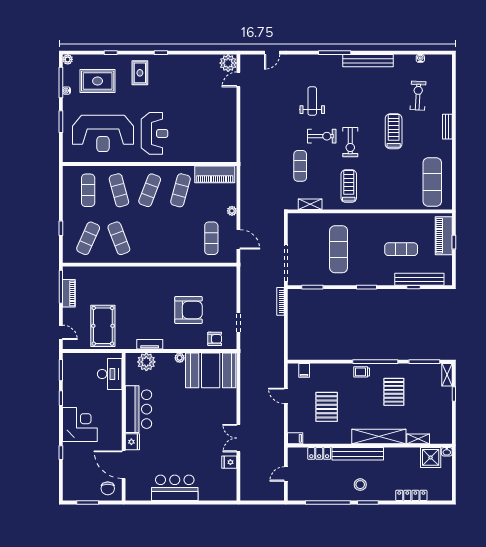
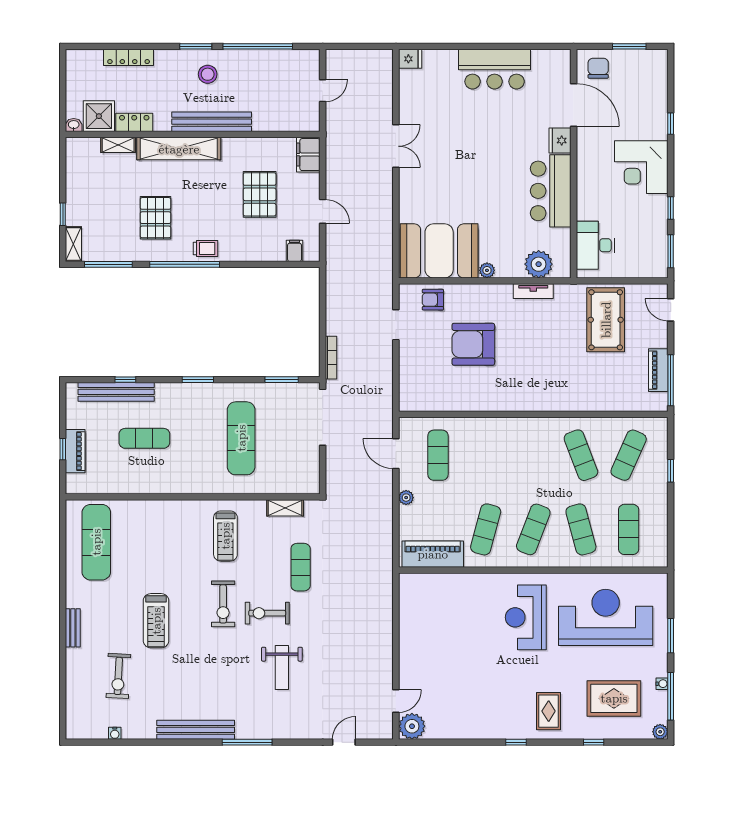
exercise bike: (350, 142) -> (223, 604), turned 180
piano: (444, 236) -> (75, 451), width x0.73, depth x0.75
filing cabinet: (295, 438) -> (308, 155), width x2.00
locker: (319, 453) -> (134, 122), moved
fridge: (229, 462) -> (410, 59), moved

